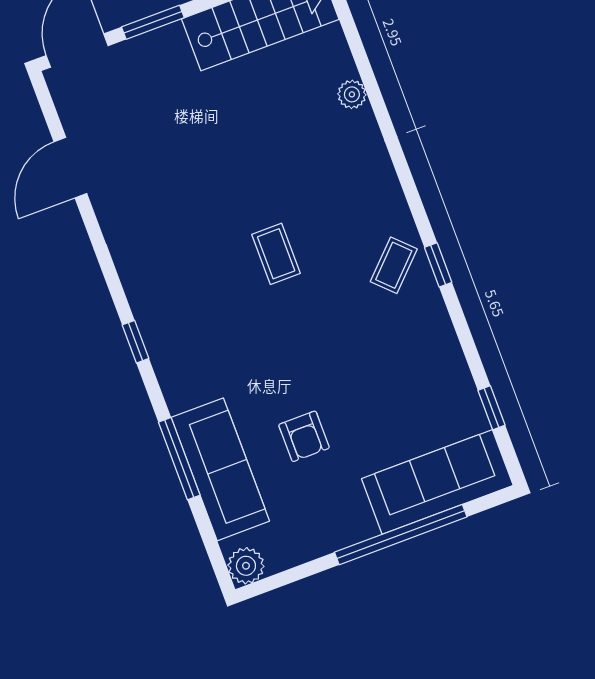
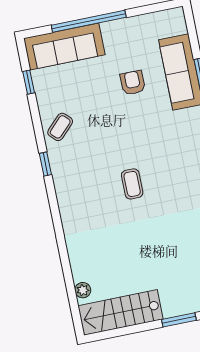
plant: (352, 94) -> (83, 290), moved
coffee table: (394, 265) -> (60, 127), moved
plant: (246, 566) -> (175, 18), removed

